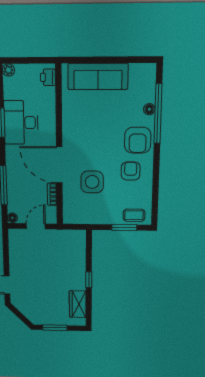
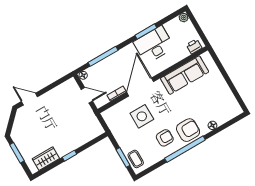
sofa: (98, 76) -> (185, 75), moved, turned -90
window: (158, 114) -> (185, 149), moved
armchair: (138, 140) -> (188, 130), turned 180

